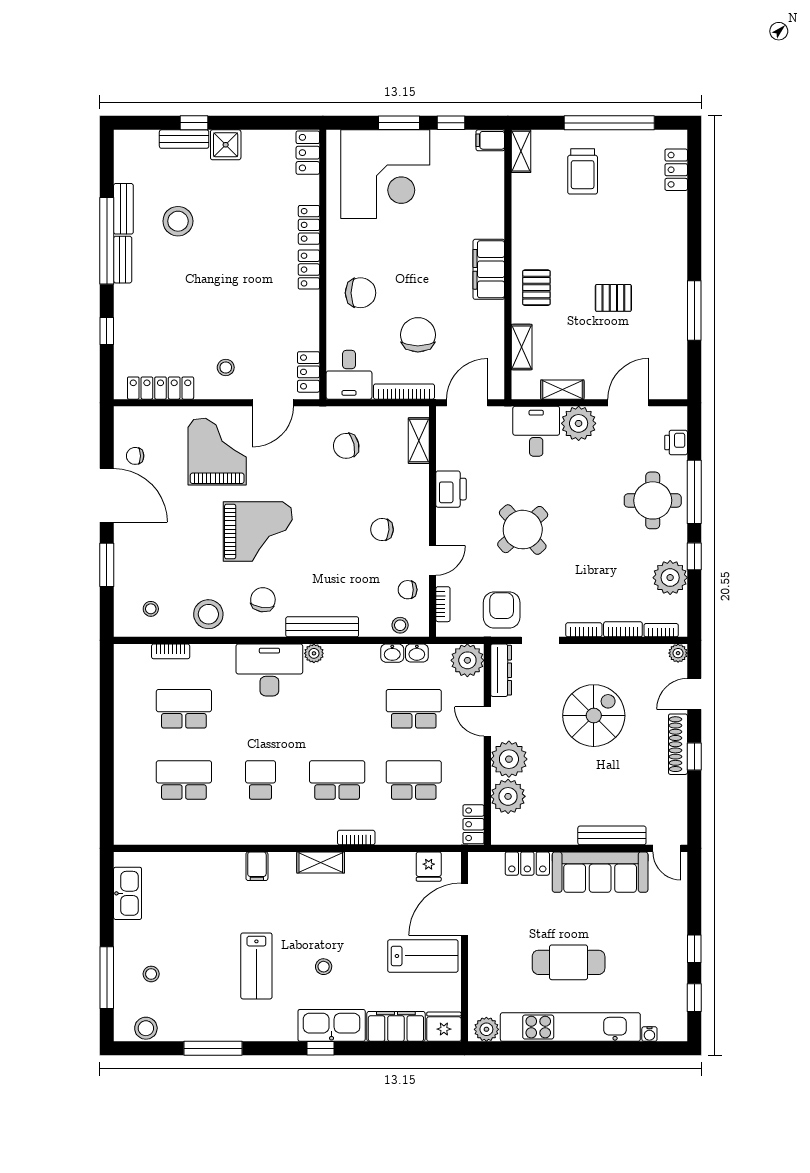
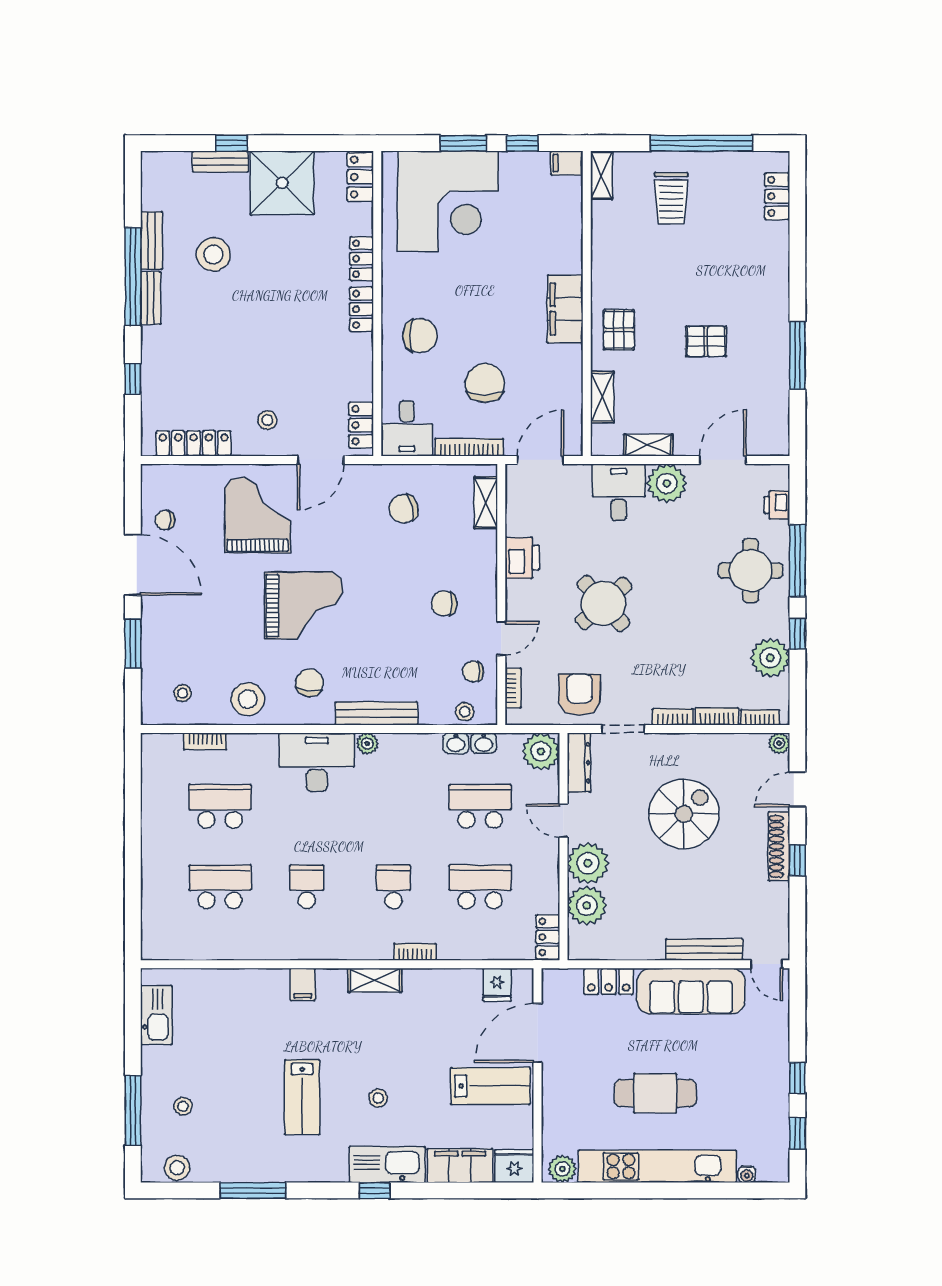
shower: (226, 145) -> (282, 183), width x1.86, depth x1.86
school desk: (337, 780) -> (393, 887), width x0.54

